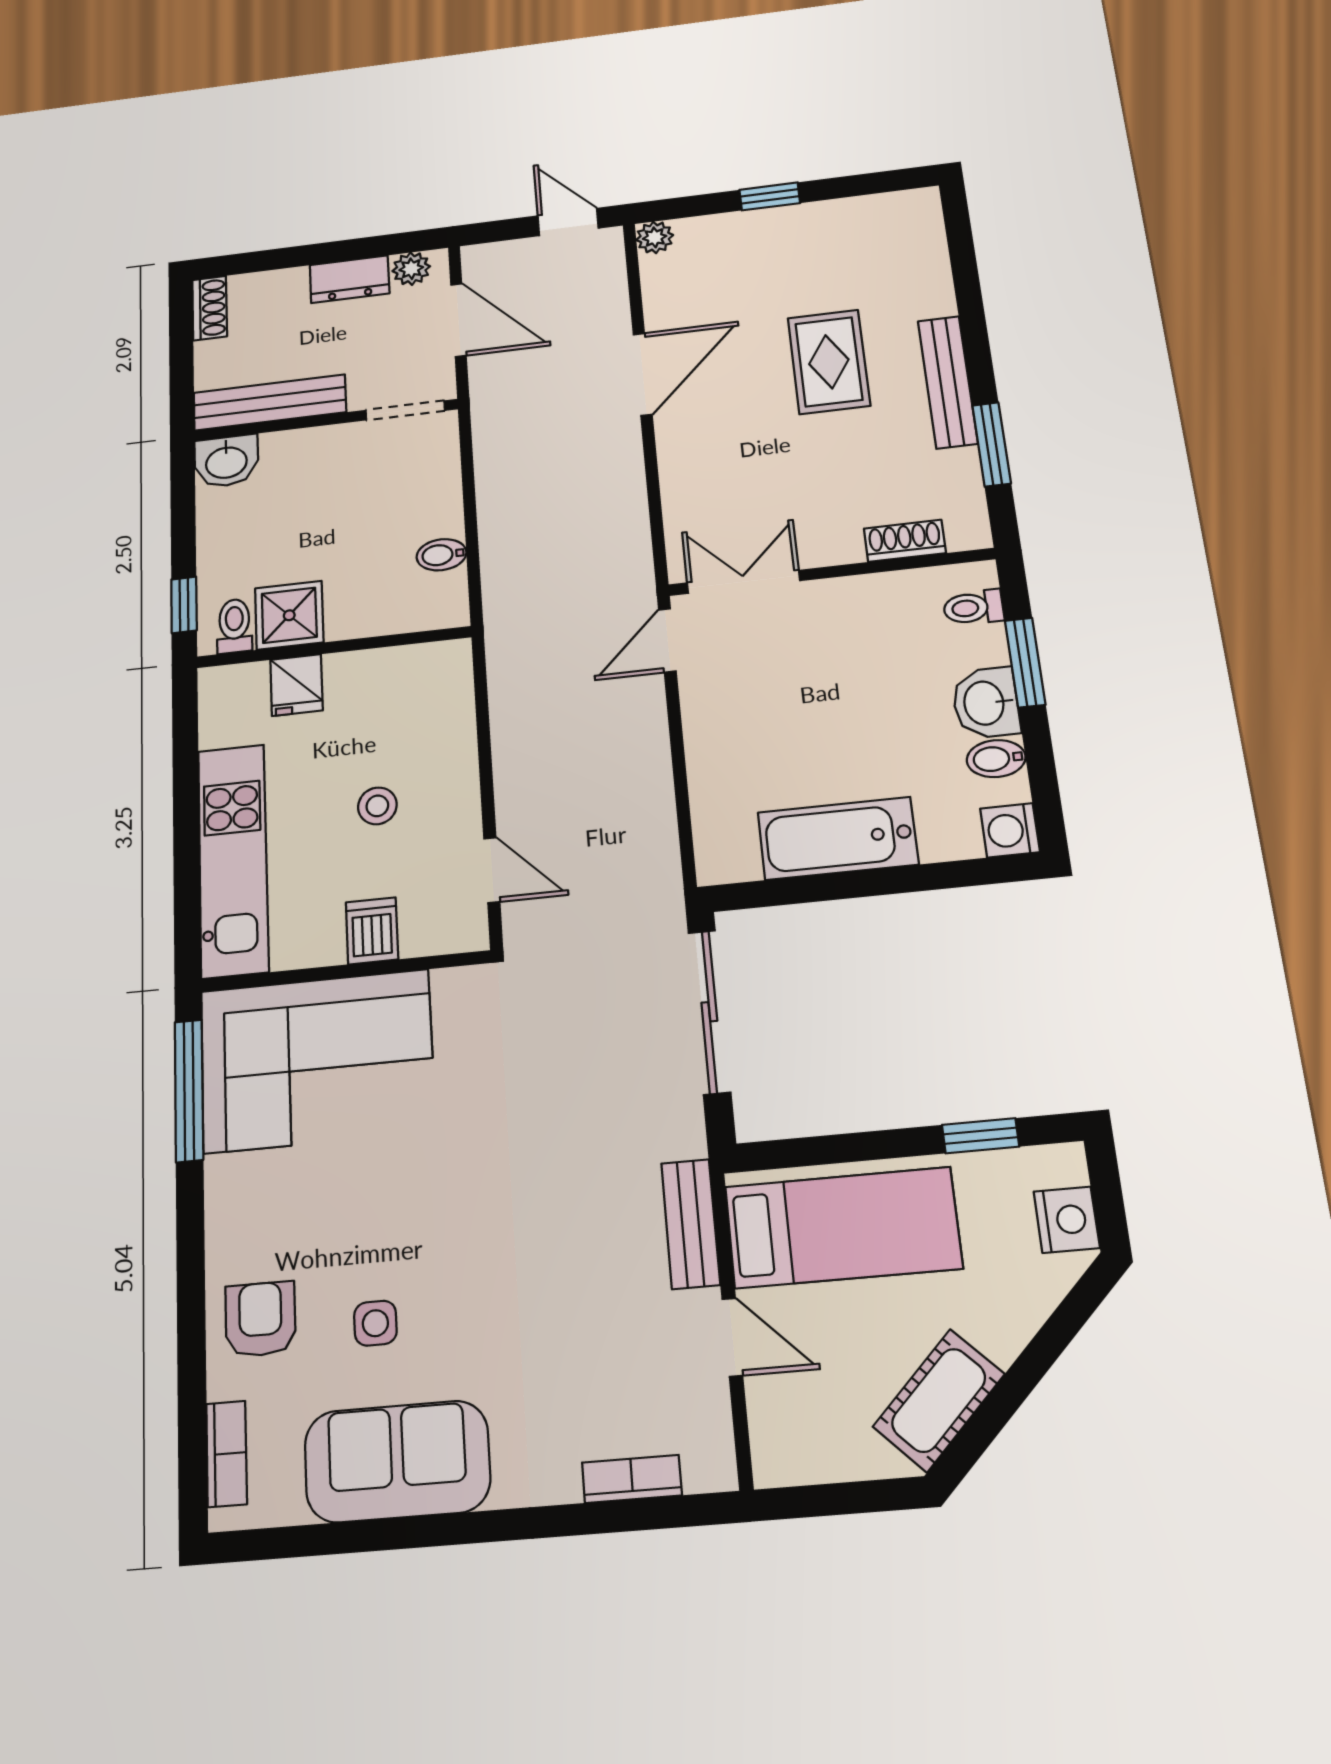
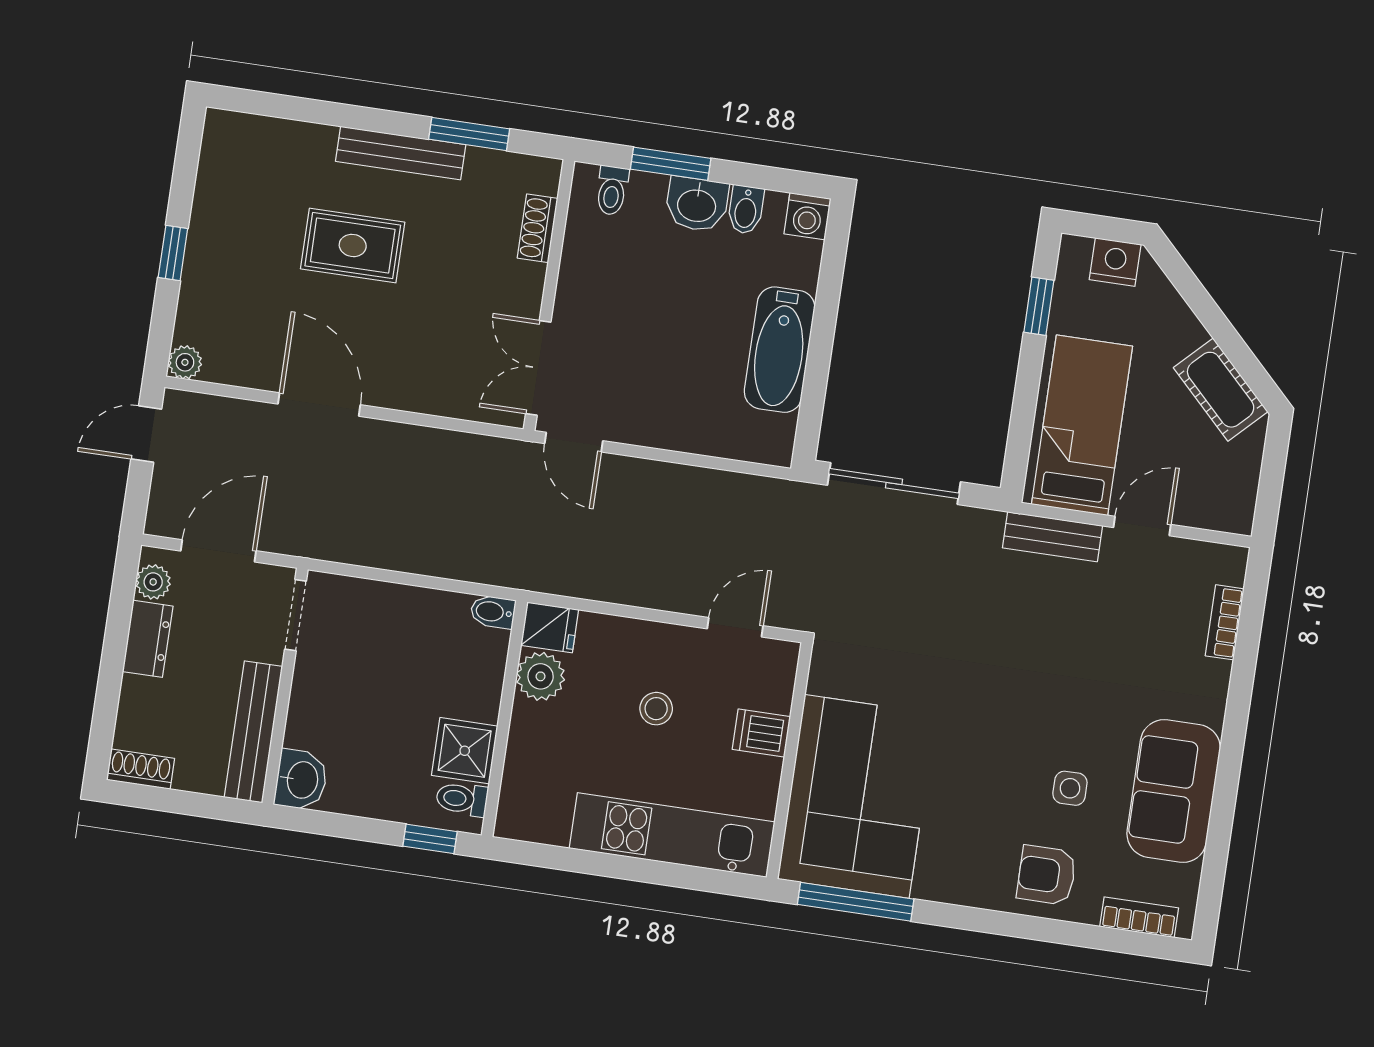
bidet: (441, 555) -> (493, 612), moved, turned 90
plant: (389, 673) -> (541, 676), added
fridge: (296, 685) -> (550, 627), moved

